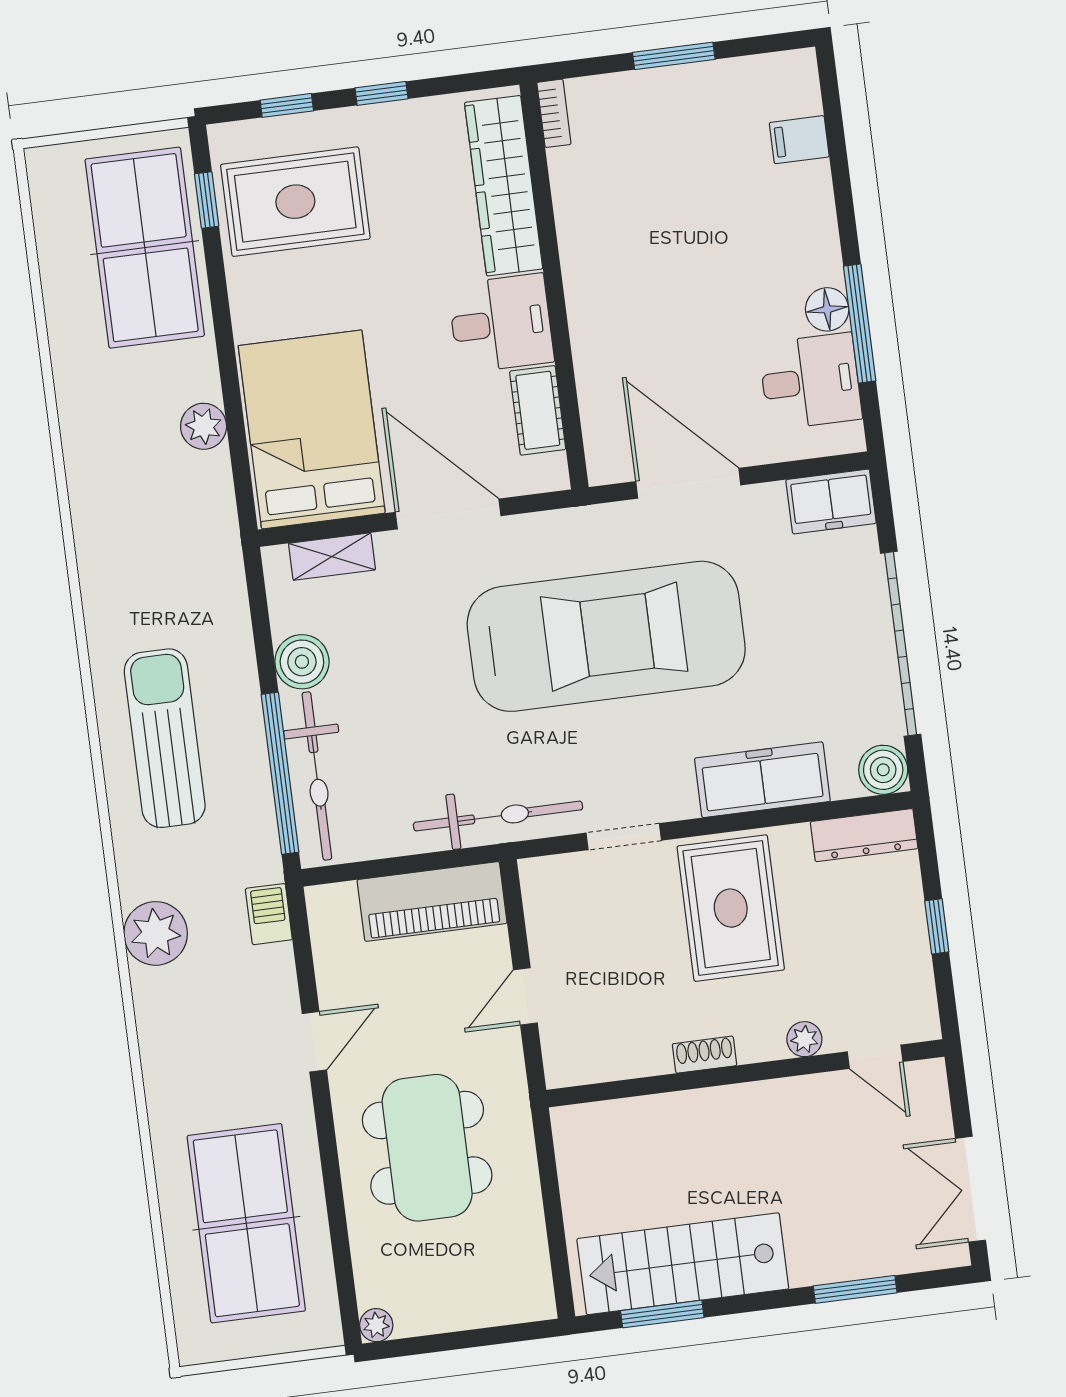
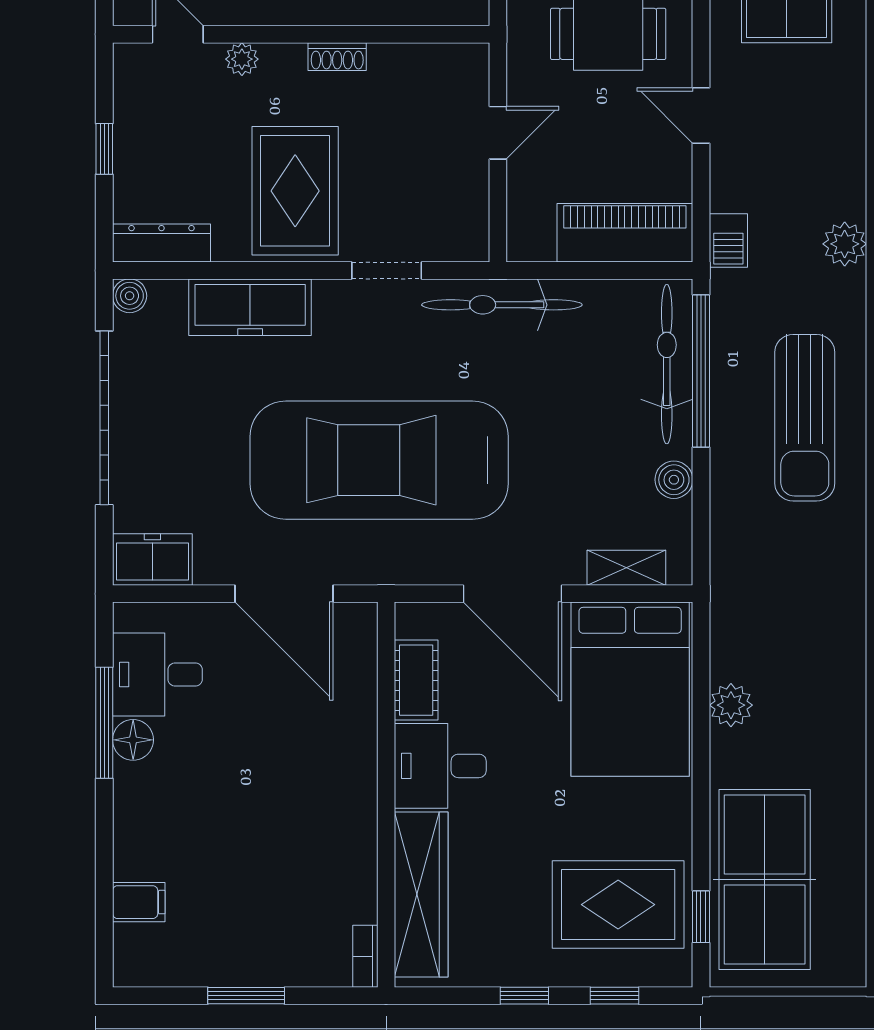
boiler: (302, 662) -> (674, 480), width x0.73, depth x0.73
boiler: (883, 770) -> (130, 296), width x0.73, depth x0.73
piano: (432, 902) -> (625, 233), moved
plant: (156, 933) -> (845, 244), width x0.73, depth x0.73
door: (314, 1042) -> (701, 115), hinge flipped

